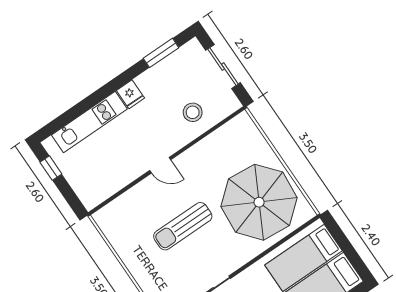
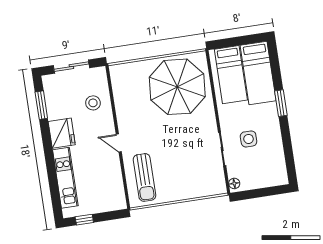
fridge: (130, 94) -> (62, 133), width x1.88, depth x1.34
door: (160, 165) -> (119, 143), swing flipped
sun lounger: (183, 226) -> (144, 177), moved

